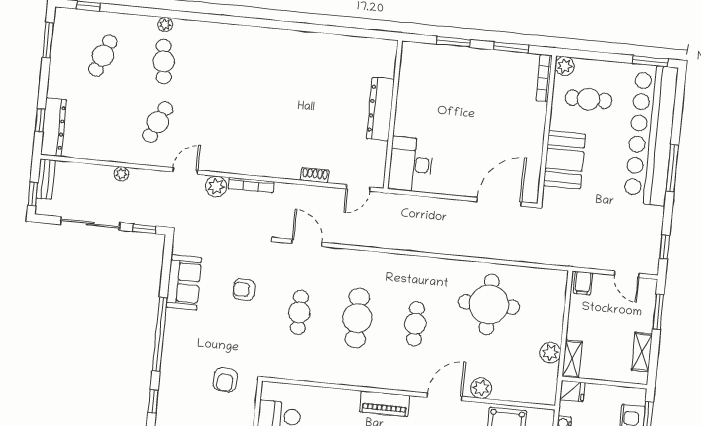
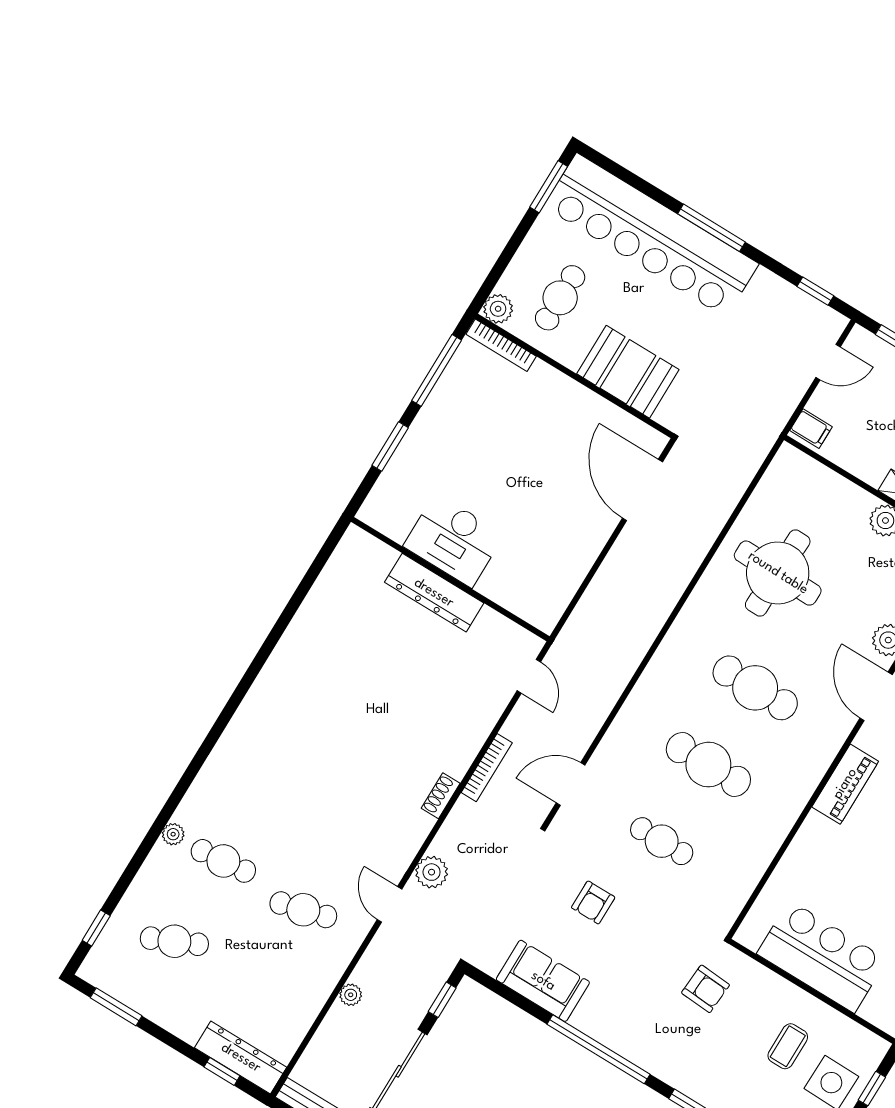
window: (511, 47) -> (437, 370), width x1.44
cafe table: (103, 56) -> (174, 941), turned -45
cafe table: (158, 122) -> (303, 910), turned -39
desk: (411, 164) -> (454, 540), moved
shoe rack: (315, 175) -> (441, 796), moved
bookcase: (251, 185) -> (487, 768), moved
cafe table: (415, 324) -> (755, 688), width x1.37, depth x1.35

